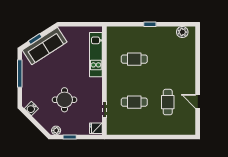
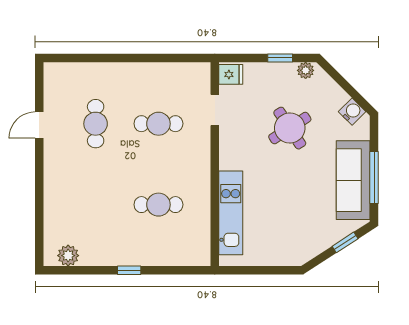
sofa: (45, 46) -> (353, 180), moved, turned -57
round table: (64, 100) -> (290, 128), turned -33
door: (198, 101) -> (39, 125), swing flipped

